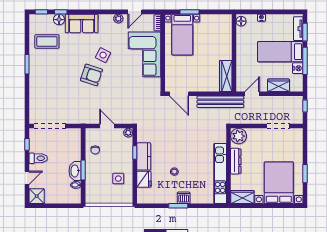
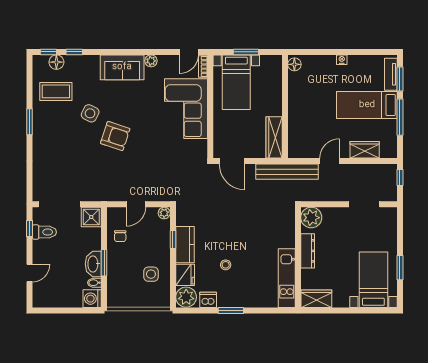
door: (135, 12) -> (189, 52), moved
floor lamp: (59, 20) -> (56, 62), moved
floor lamp: (241, 21) -> (294, 64), moved
sofa: (82, 23) -> (122, 67), moved
wall: (234, 53) -> (285, 107), moved
side table: (103, 55) -> (90, 113), moved
nightstand: (298, 68) -> (390, 127), removed
wardrobe: (226, 76) -> (274, 137), moved
door: (107, 126) -> (136, 204), swing flipped
toilet: (38, 158) -> (44, 232), moved
kitchen unit: (220, 173) -> (287, 278), width x0.73
bed with nightstands: (279, 183) -> (373, 280), width x0.73
shower: (37, 196) -> (91, 217), moved
plant: (145, 196) -> (186, 297), added
washing machine: (74, 197) -> (92, 299), added
dishwasher: (184, 198) -> (208, 300), moved

